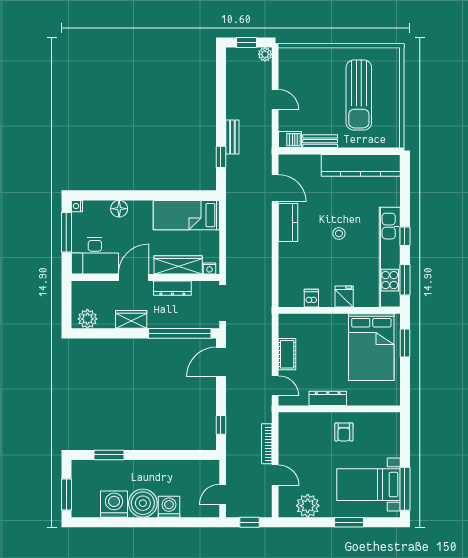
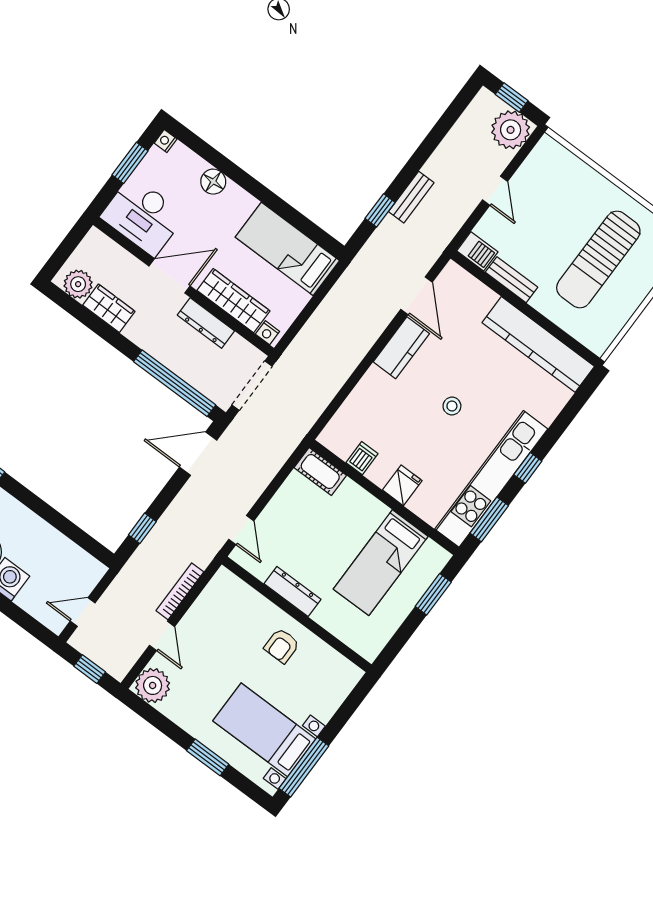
plant: (265, 54) -> (511, 130), width x1.88, depth x1.88
window: (66, 232) -> (130, 163), width x0.69
wardrobe: (131, 319) -> (109, 308), moved
bed: (371, 347) -> (381, 563), width x0.67
cot: (287, 354) -> (320, 472), moved, turned 90
plant: (308, 506) -> (153, 685), moved

